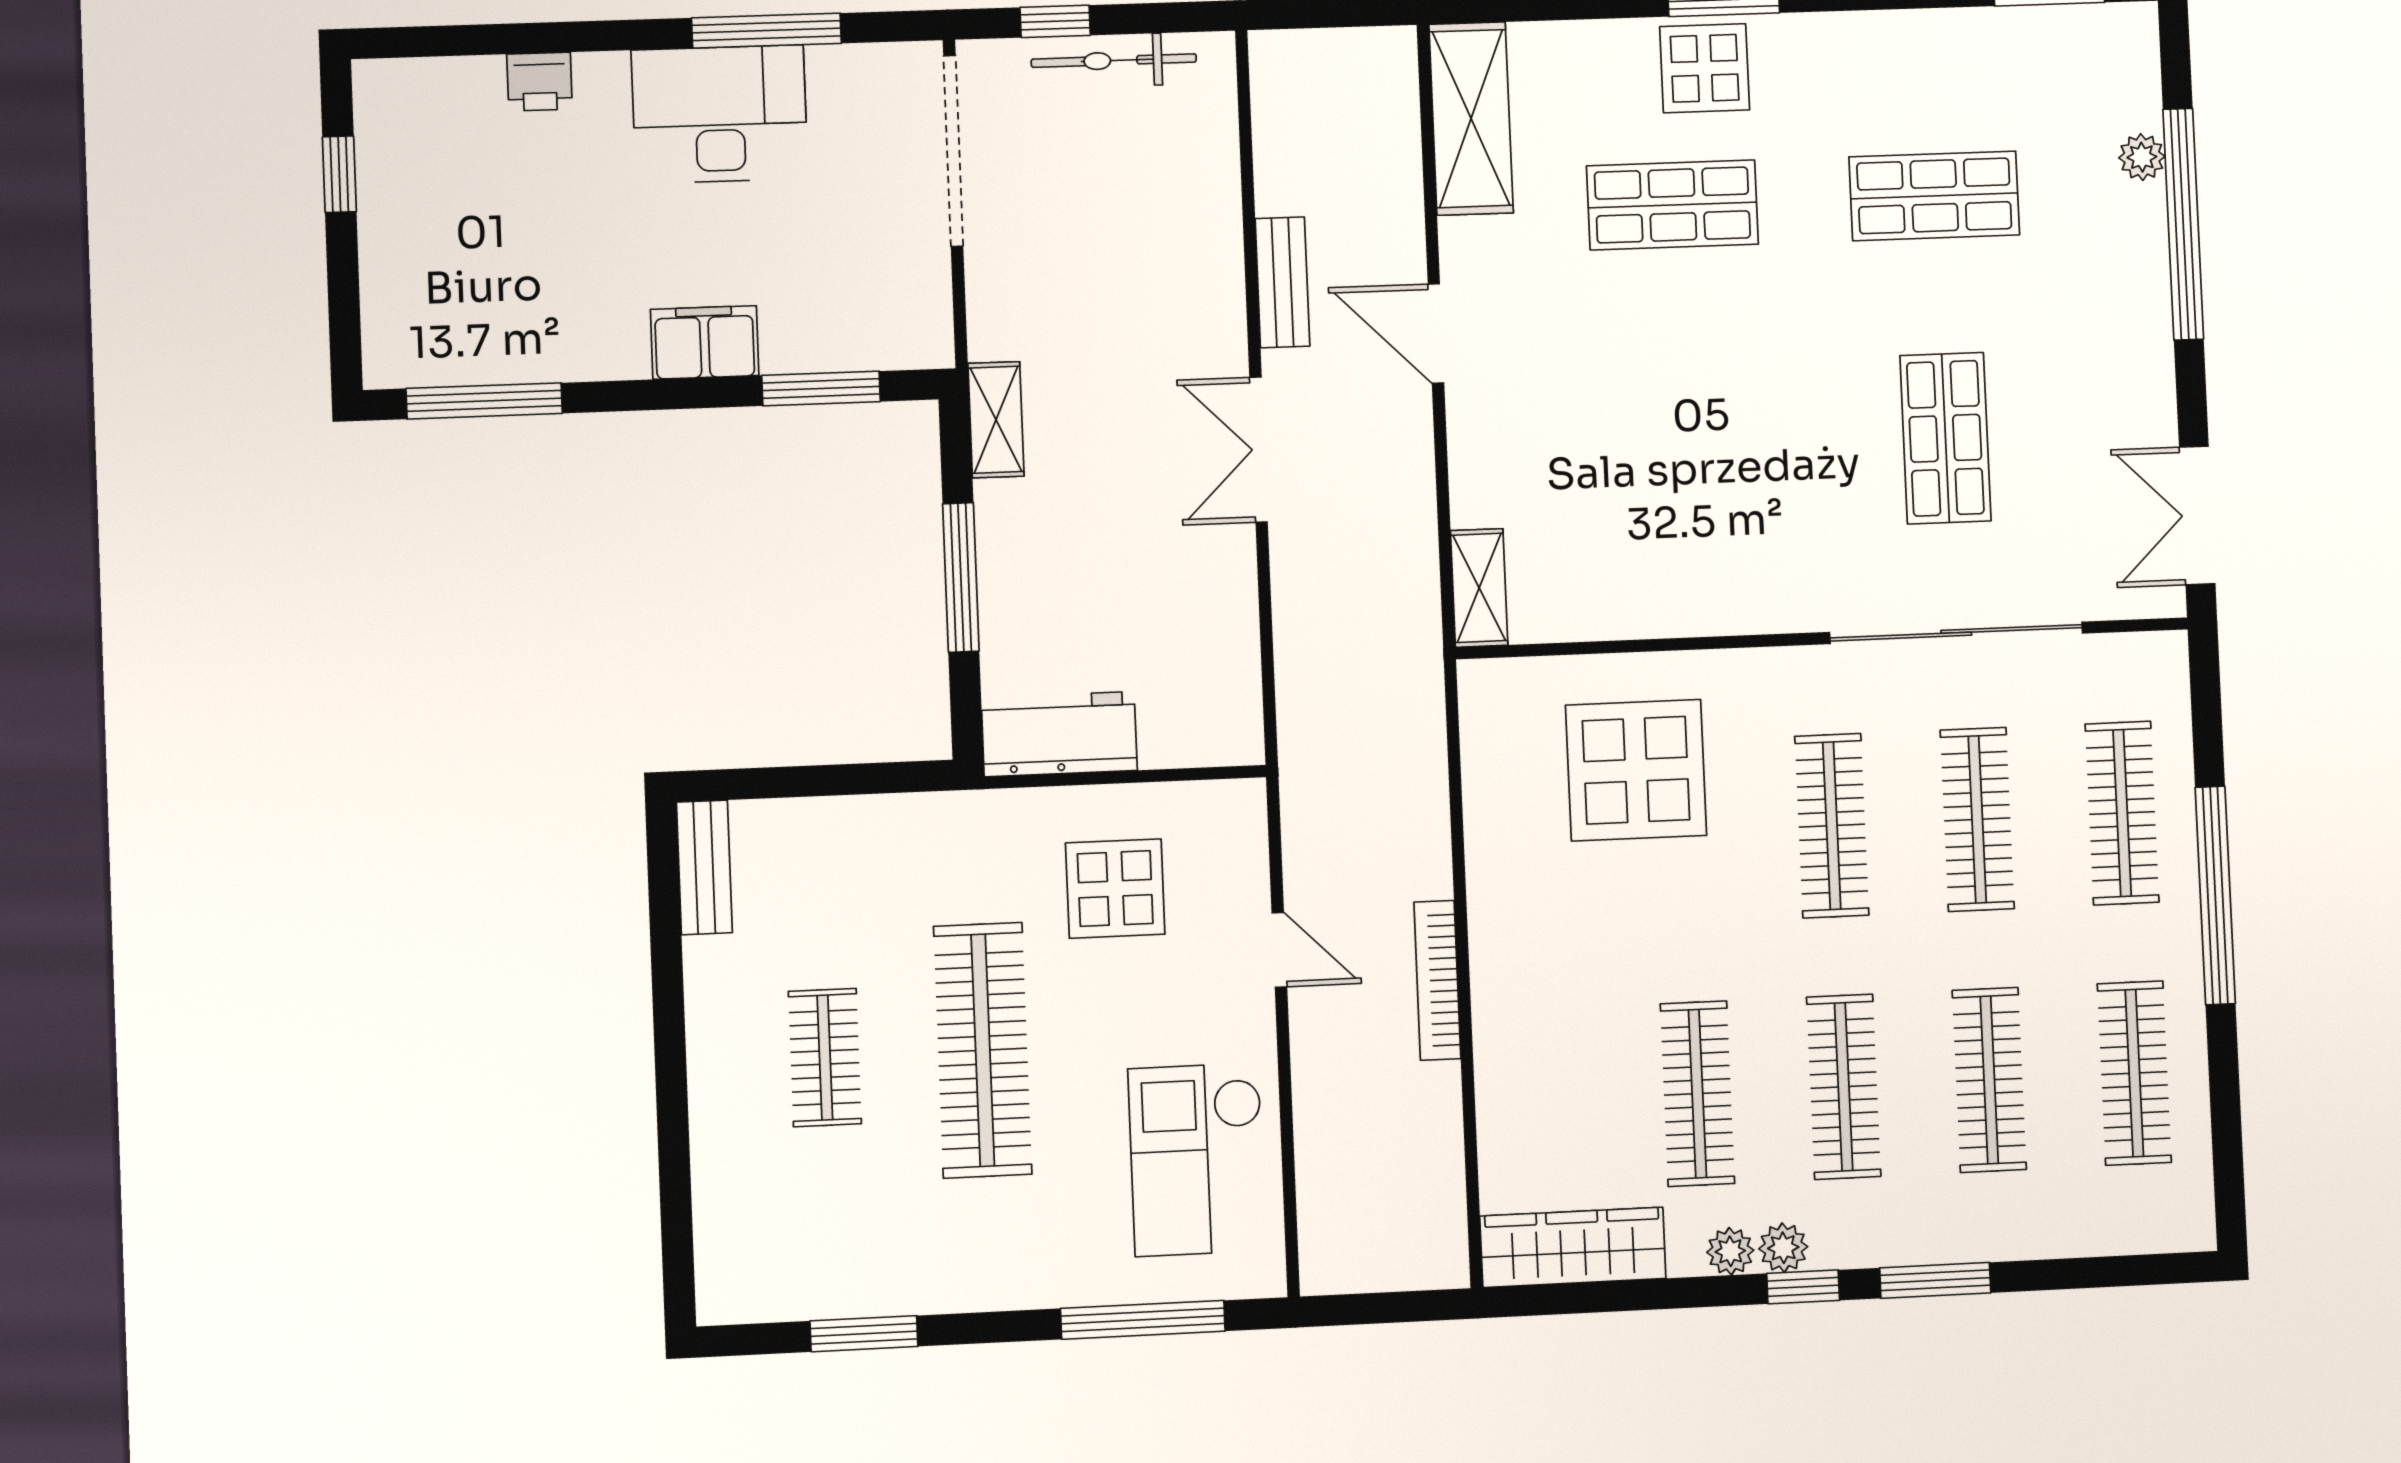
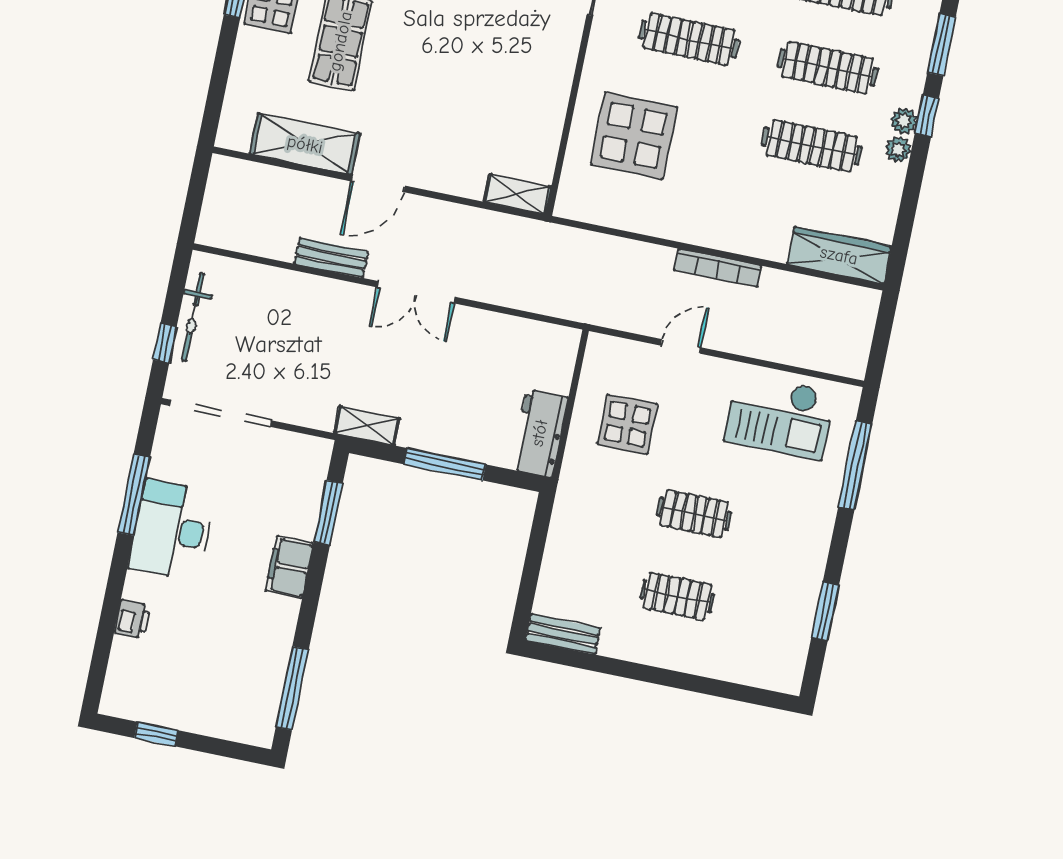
shelving: (1471, 119) -> (305, 144), moved
clothes rail: (983, 1050) -> (694, 514), width x0.54, depth x0.76
wardrobe: (1573, 1247) -> (839, 255), moved, turned 90

